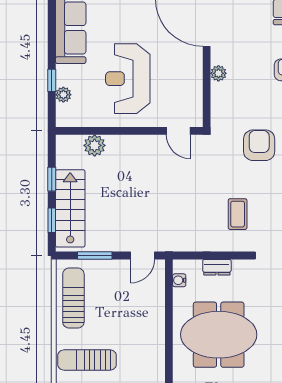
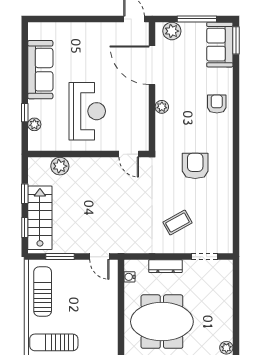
reception desk: (128, 79) -> (87, 111), turned 180
coffee table: (238, 214) -> (177, 222), turned 61
door: (143, 256) -> (99, 257), hinge flipped
dresser: (217, 267) -> (166, 266), width x1.44

